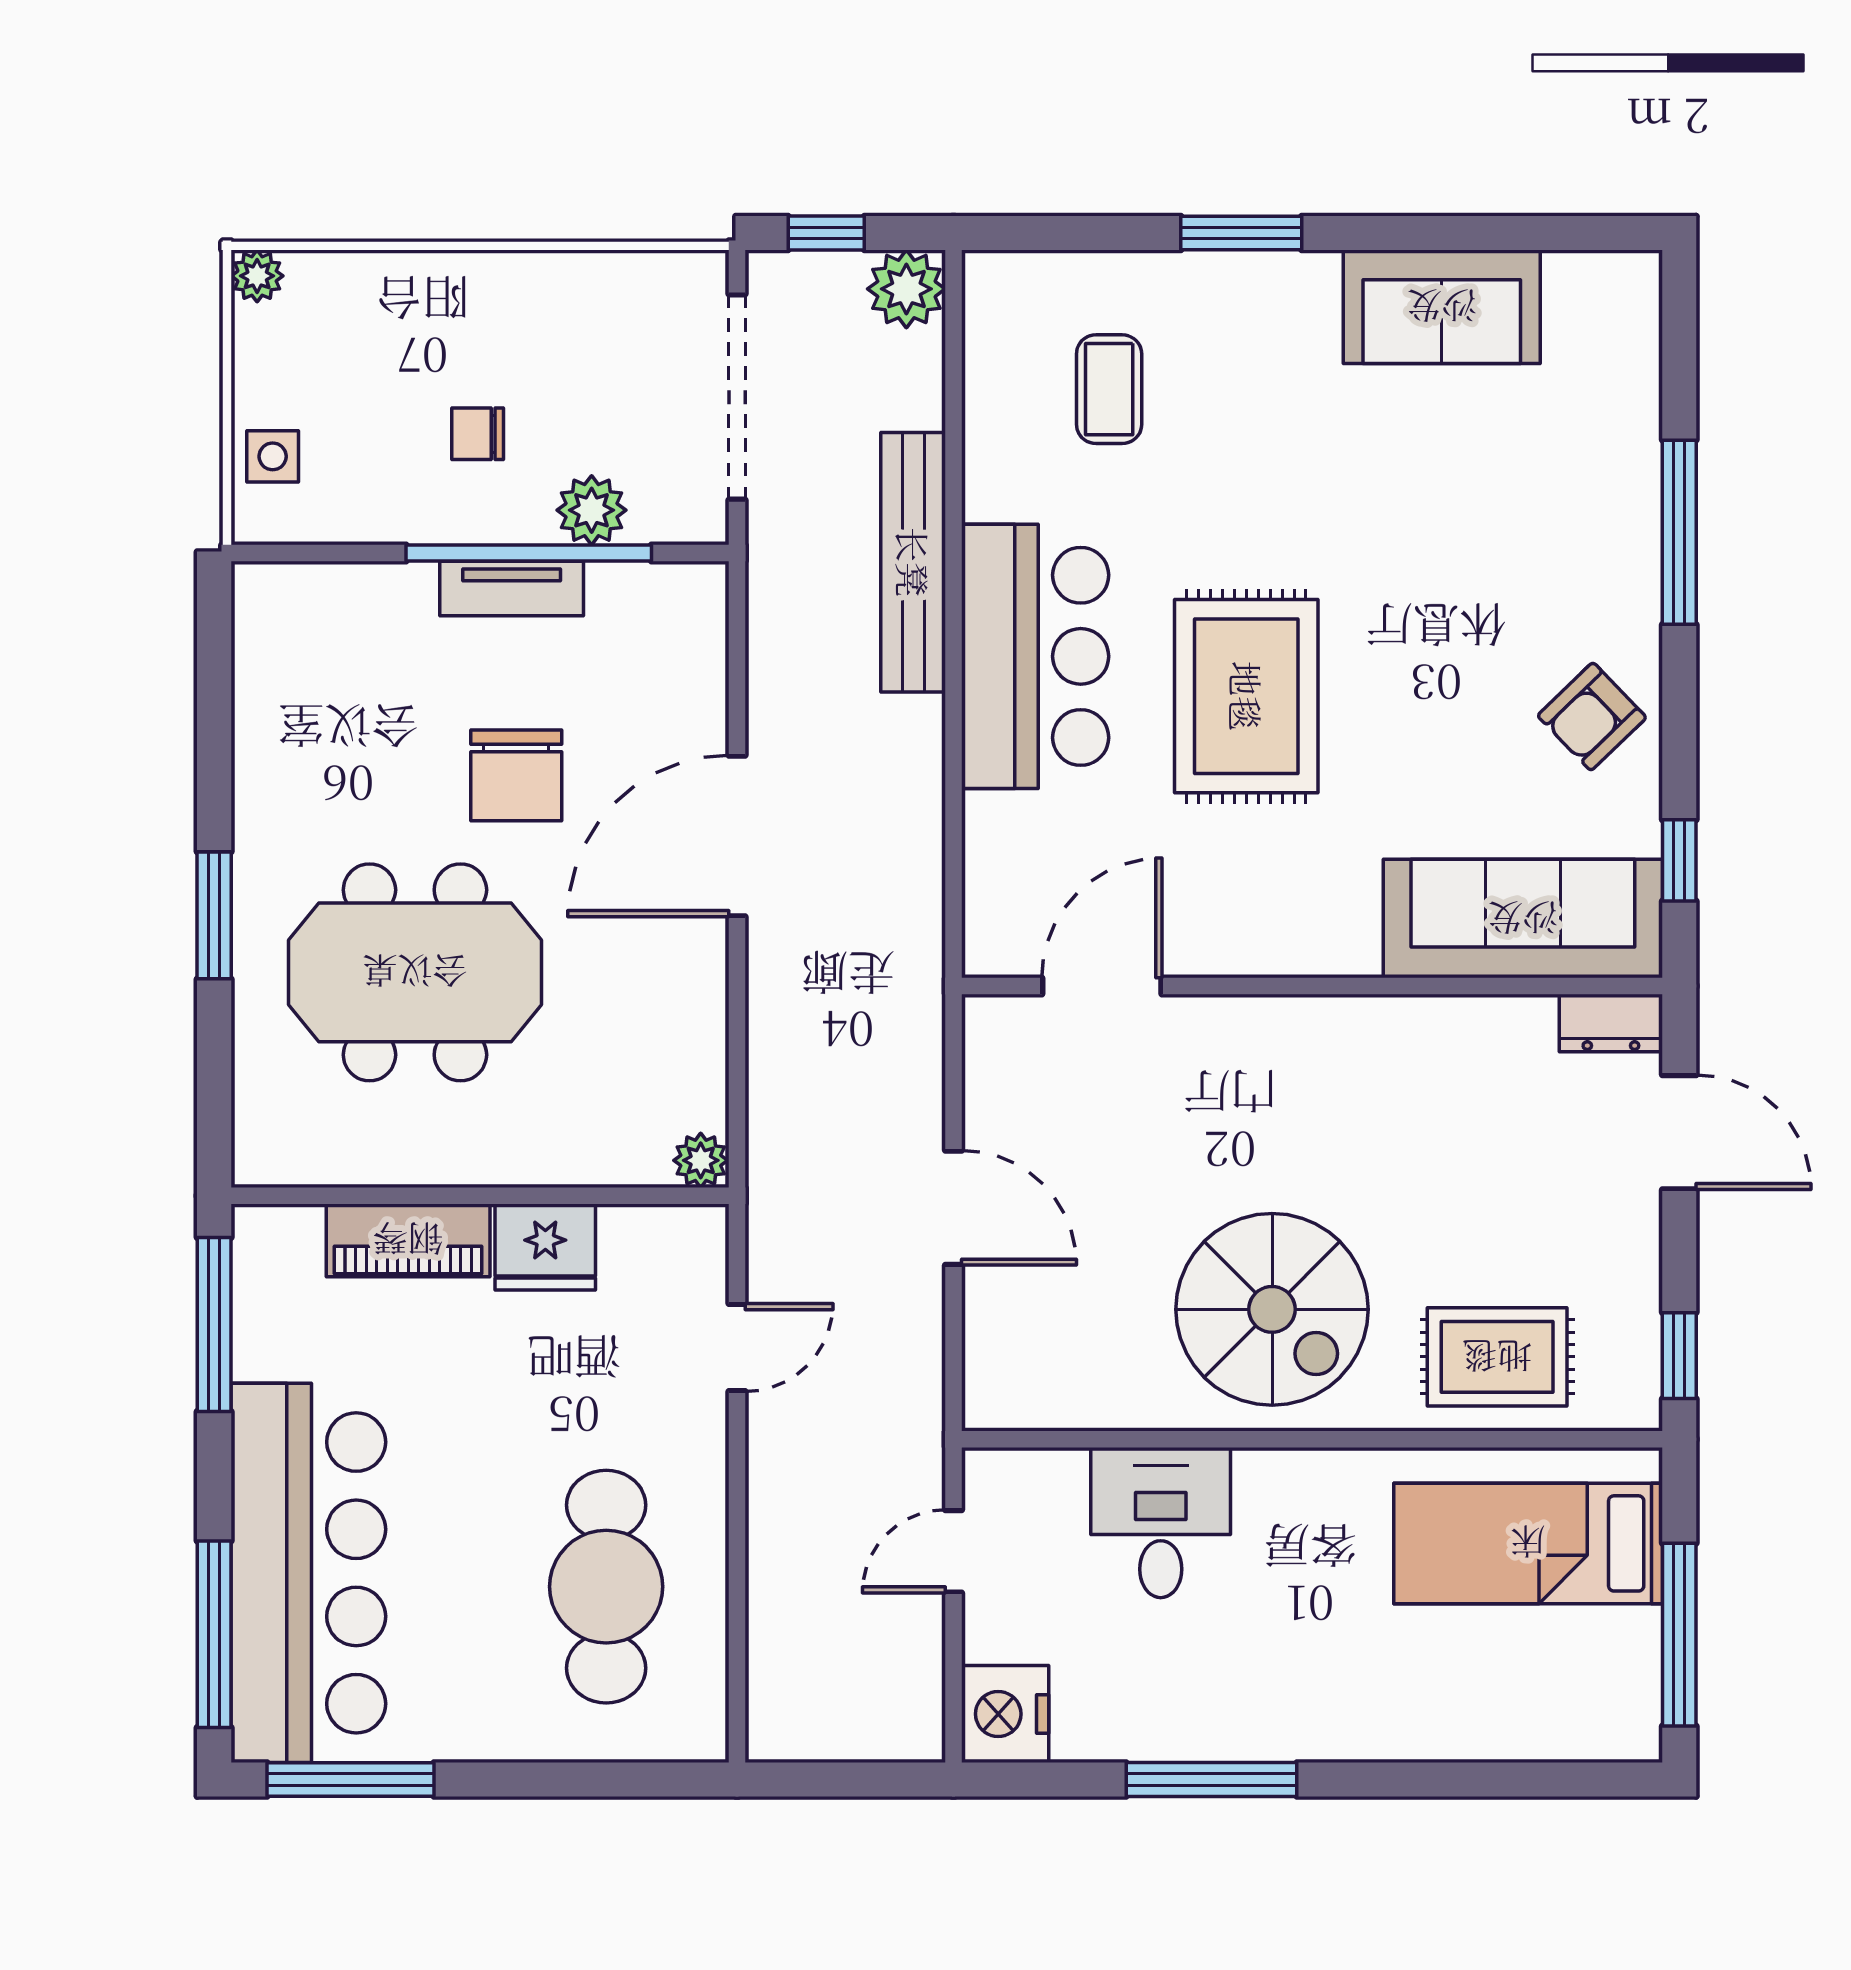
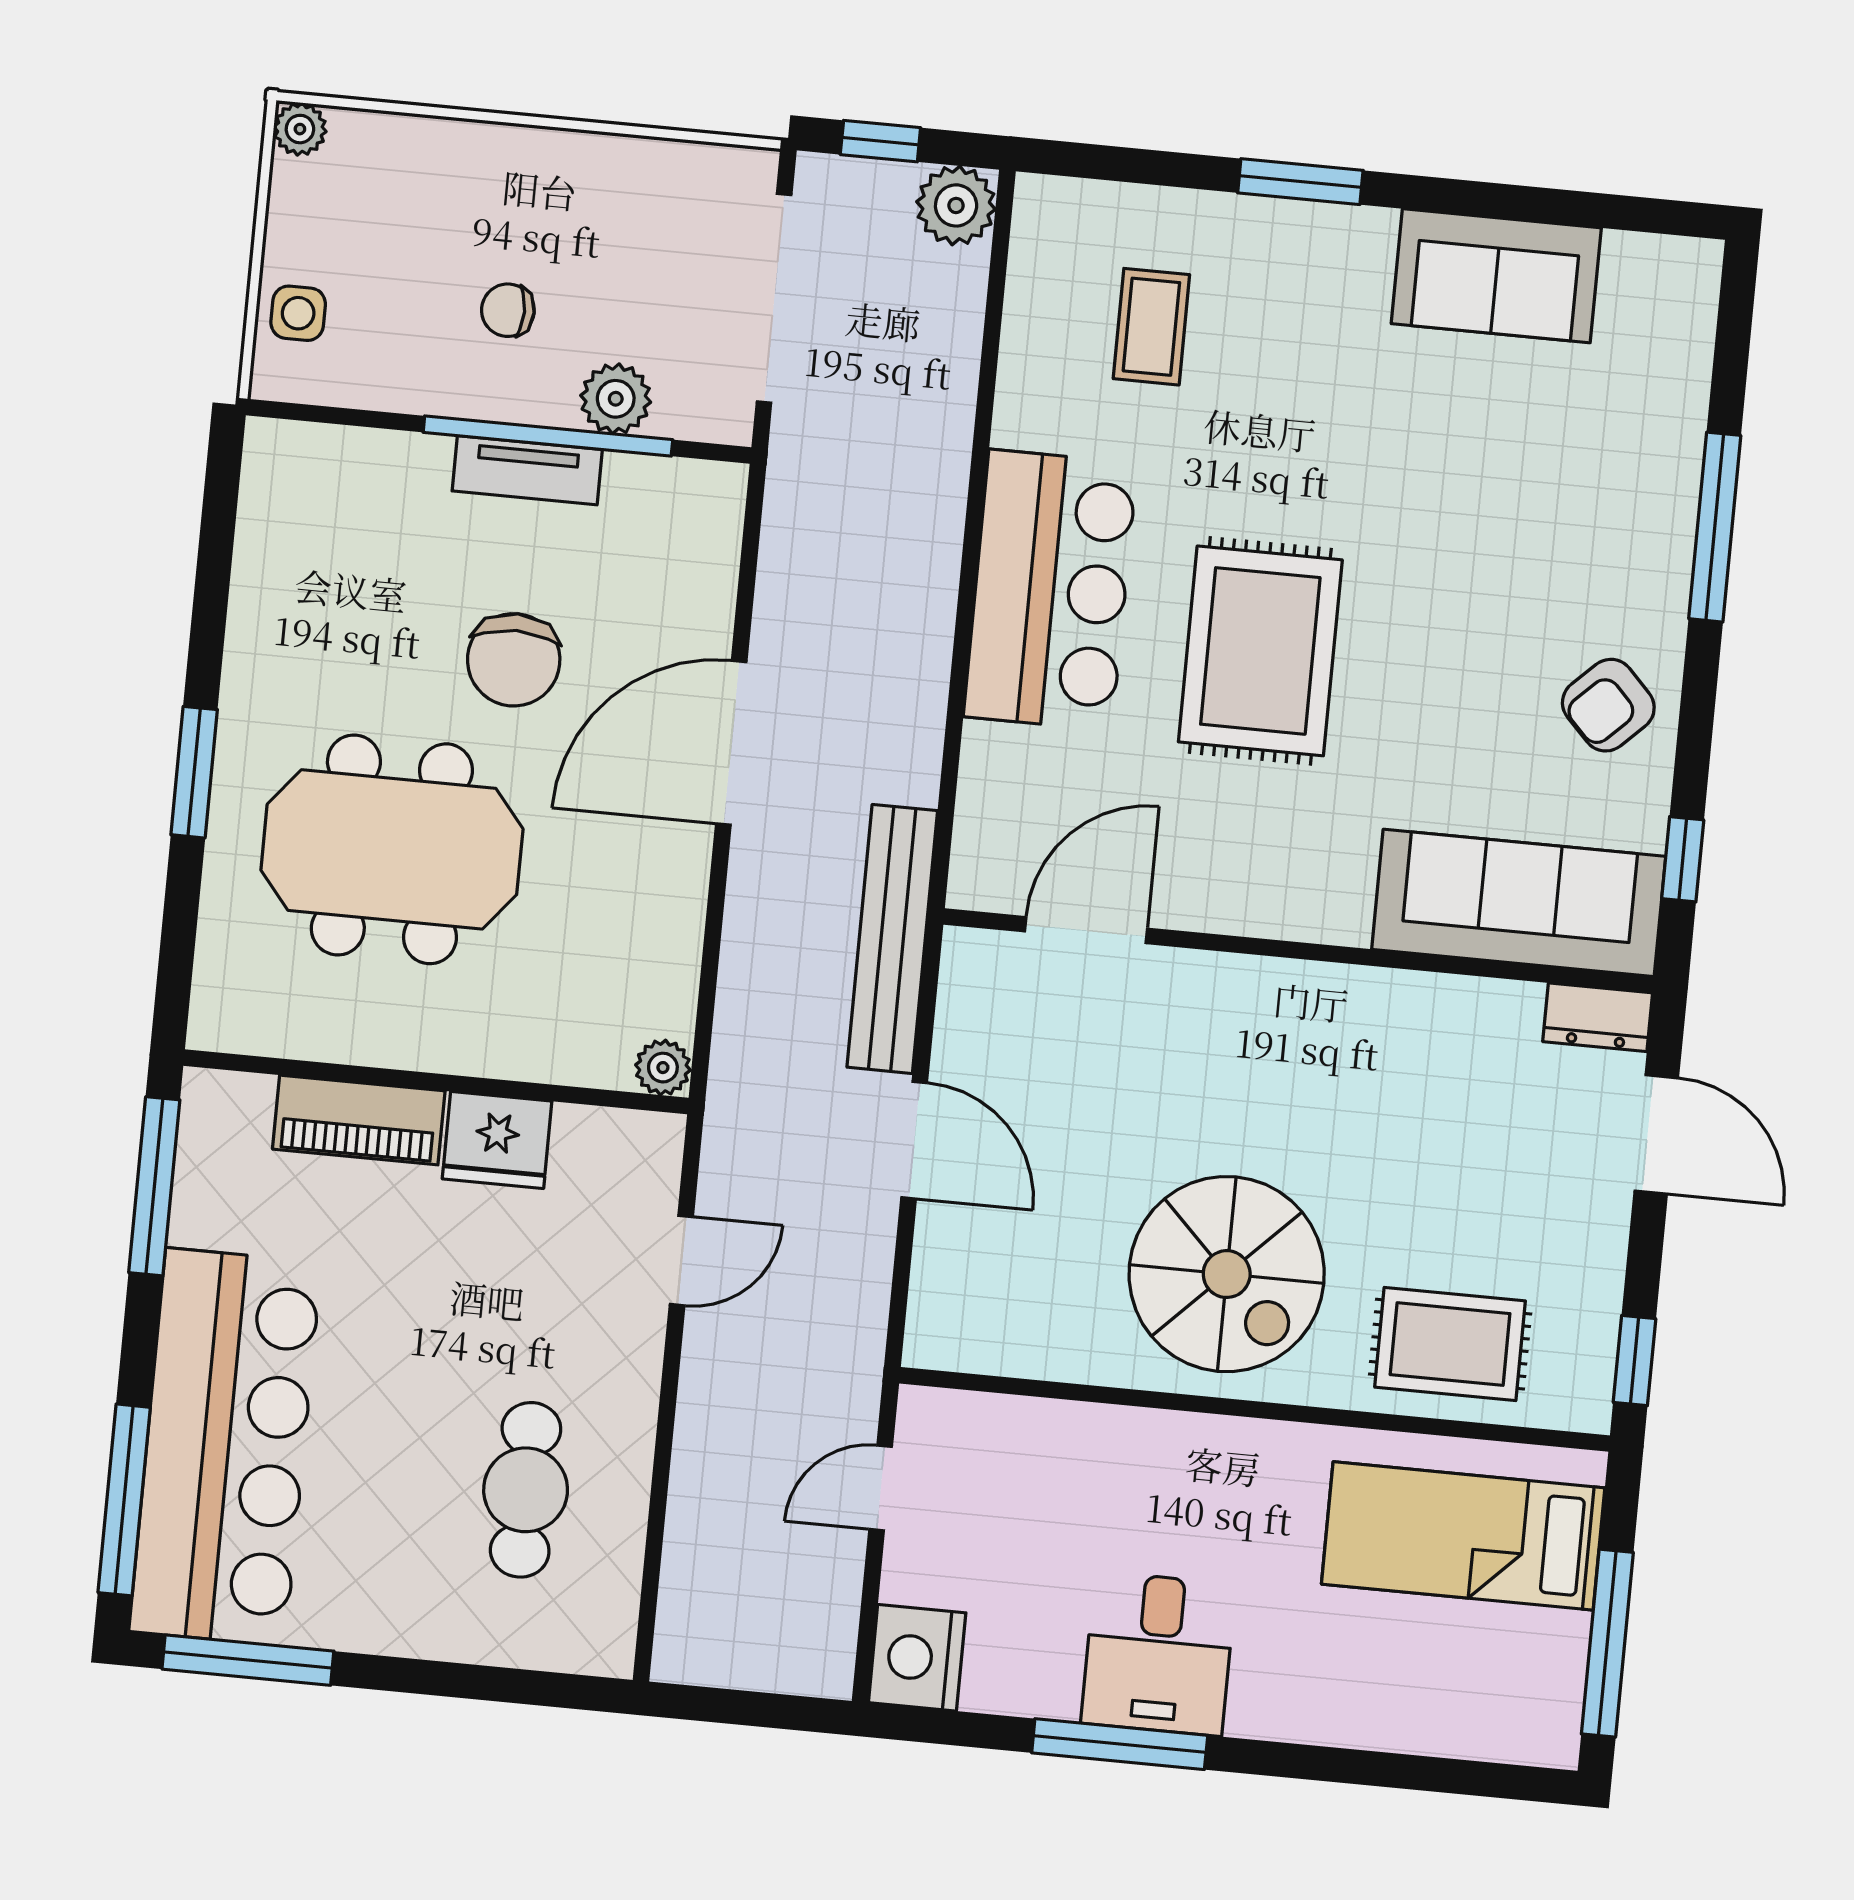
bench: (913, 562) -> (892, 939), moved
desk: (1161, 1523) -> (1158, 1654), moved, turned 180
cafe table: (606, 1587) -> (526, 1490), width x0.73, depth x0.74

